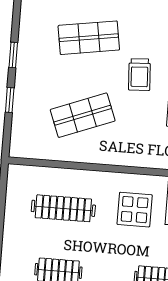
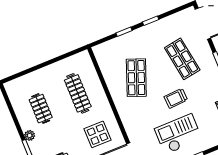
shop shelf: (83, 115) -> (136, 78), turned 42

